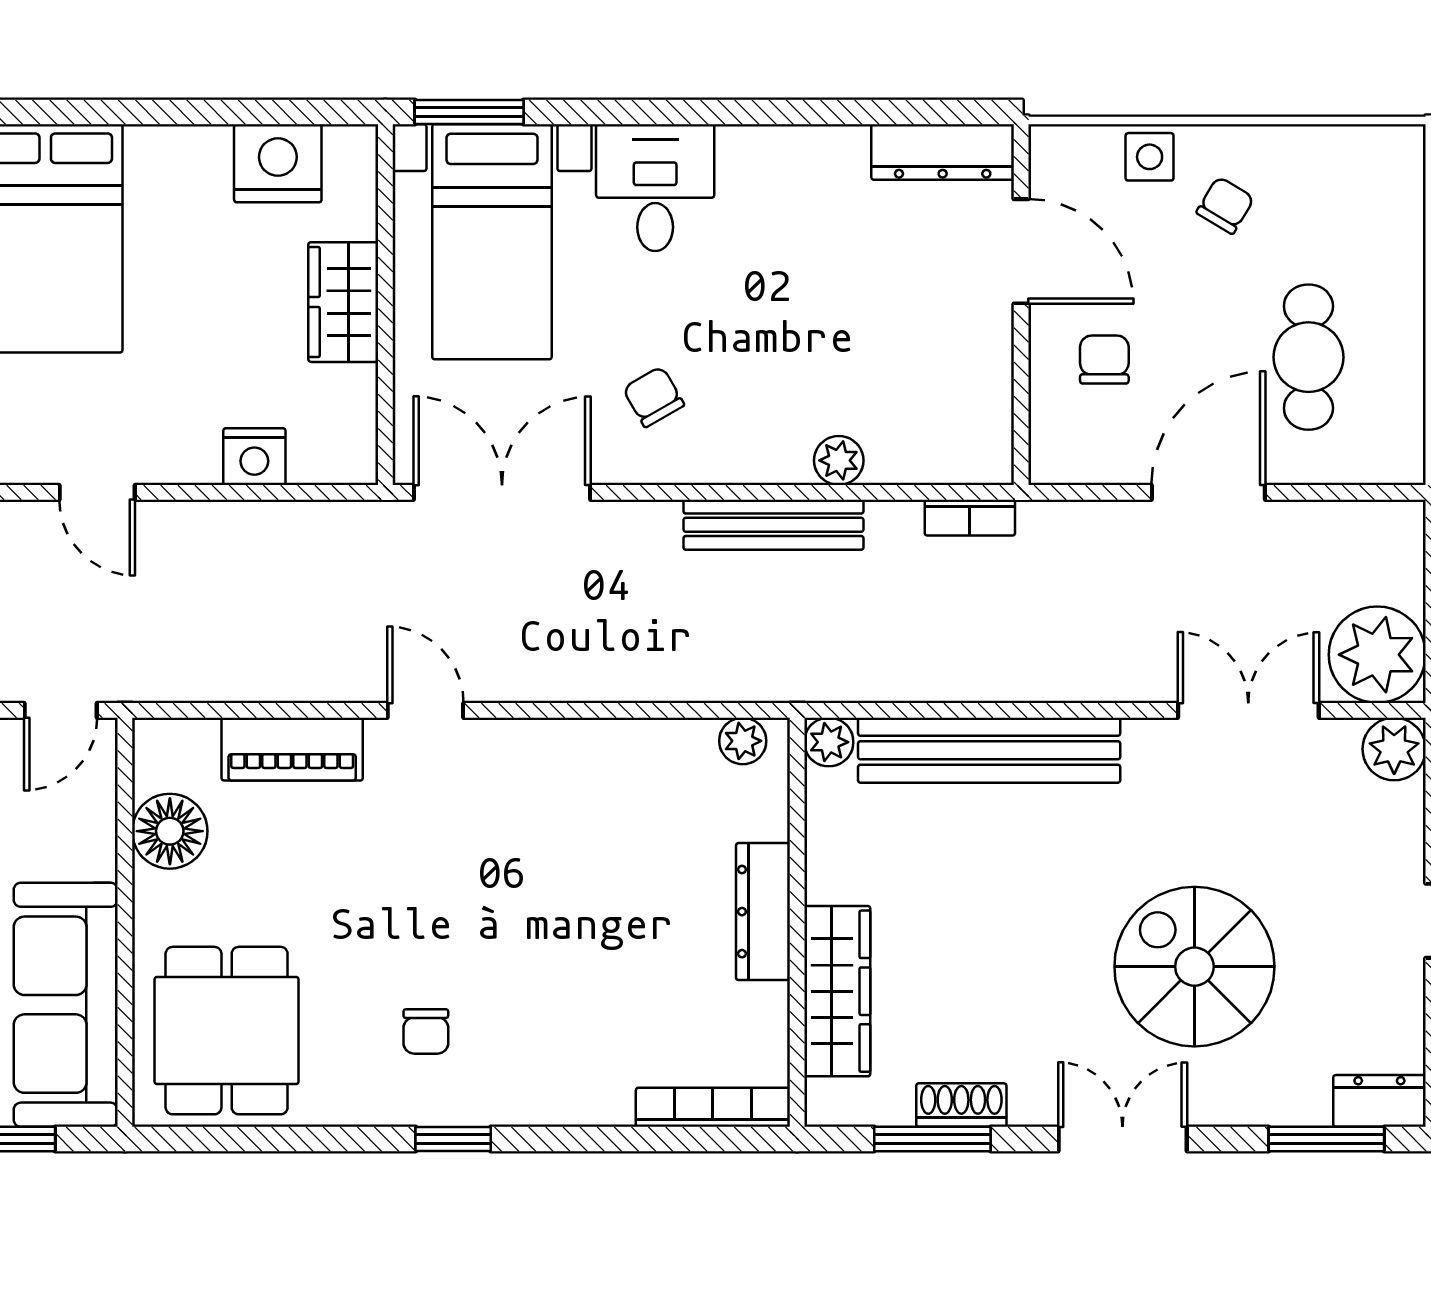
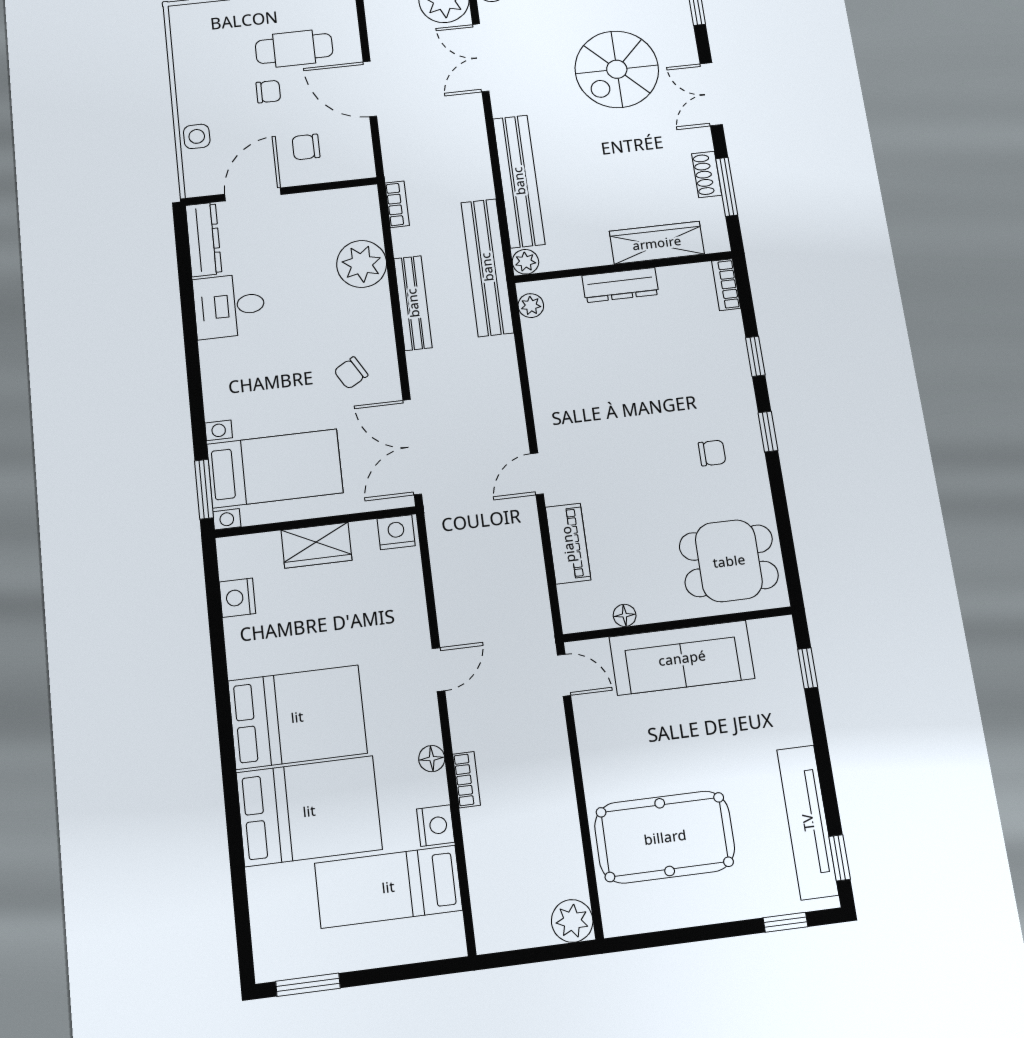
nightstand: (278, 163) -> (237, 598), width x0.74, depth x0.75
desk: (655, 188) -> (229, 306), moved
chair: (1225, 205) -> (268, 92), moved, turned 149
nightstand: (254, 457) -> (396, 532), moved, turned -90
plant: (839, 460) -> (362, 264), width x1.88, depth x1.88
bench: (826, 670) -> (487, 267), added
floor lamp: (170, 831) -> (625, 615), width x0.53, depth x0.53
sofa: (66, 1005) -> (682, 658), moved
bookcase: (713, 1107) -> (726, 285), width x0.64
window: (597, 1139) -> (755, 356), added

